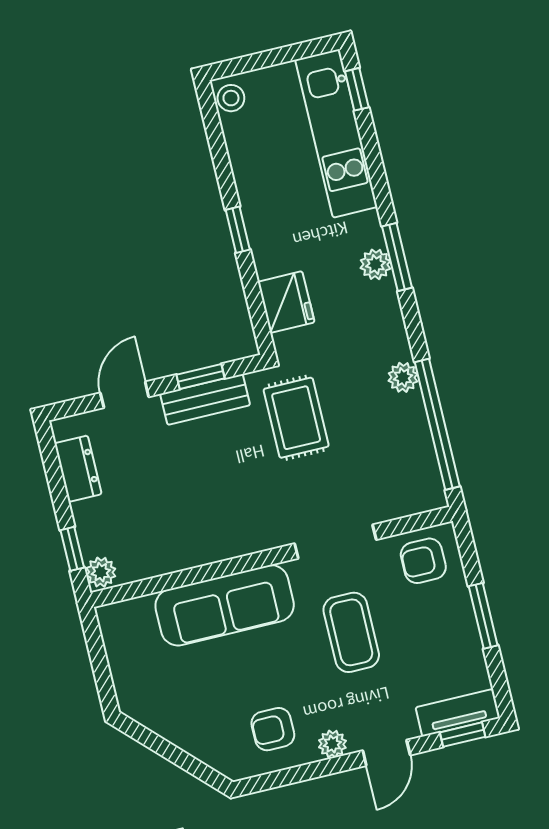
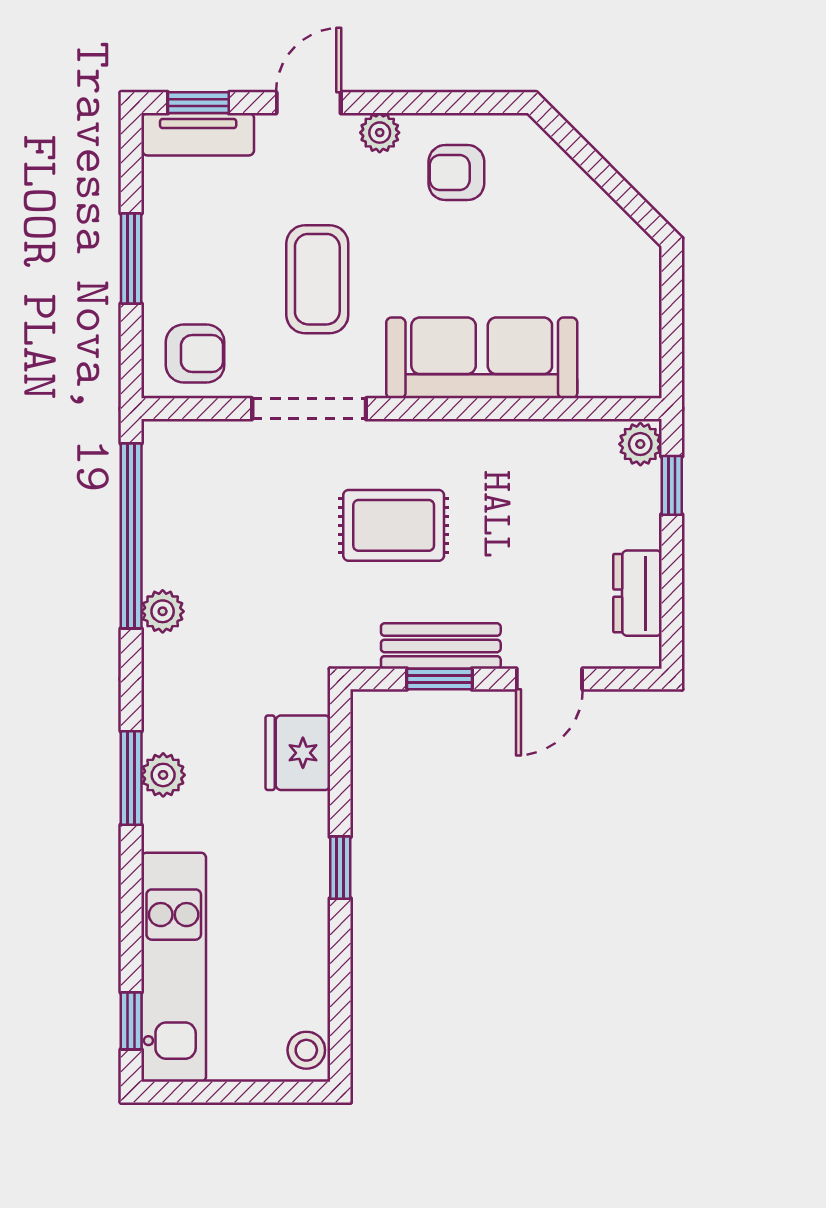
rug: (296, 418) -> (394, 525), moved, turned 90
armchair: (273, 729) -> (456, 173), turned 180

